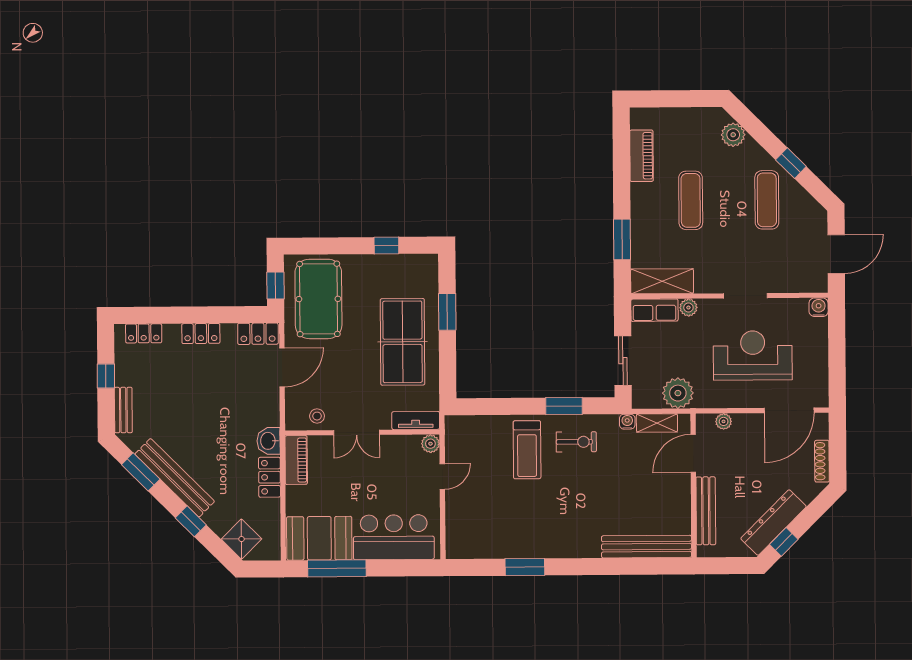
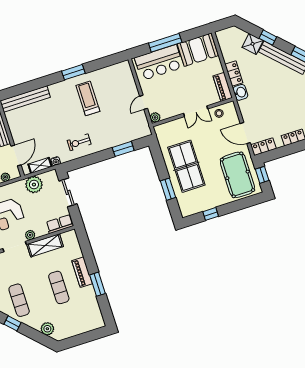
piano: (641, 156) -> (82, 272), moved
window: (622, 239) -> (97, 284), moved
shelving: (662, 281) -> (45, 245), moved
plant: (688, 308) -> (30, 235), moved
door: (282, 367) -> (245, 133), hinge flipped
window: (564, 406) -> (123, 149), moved
tv unit: (416, 421) -> (167, 127), removed
double door: (357, 433) -> (196, 111), swing flipped
treadmill: (527, 450) -> (88, 98), moved
shower: (242, 539) -> (253, 44), moved
window: (525, 567) -> (73, 72), moved
window: (337, 568) -> (165, 43), moved

